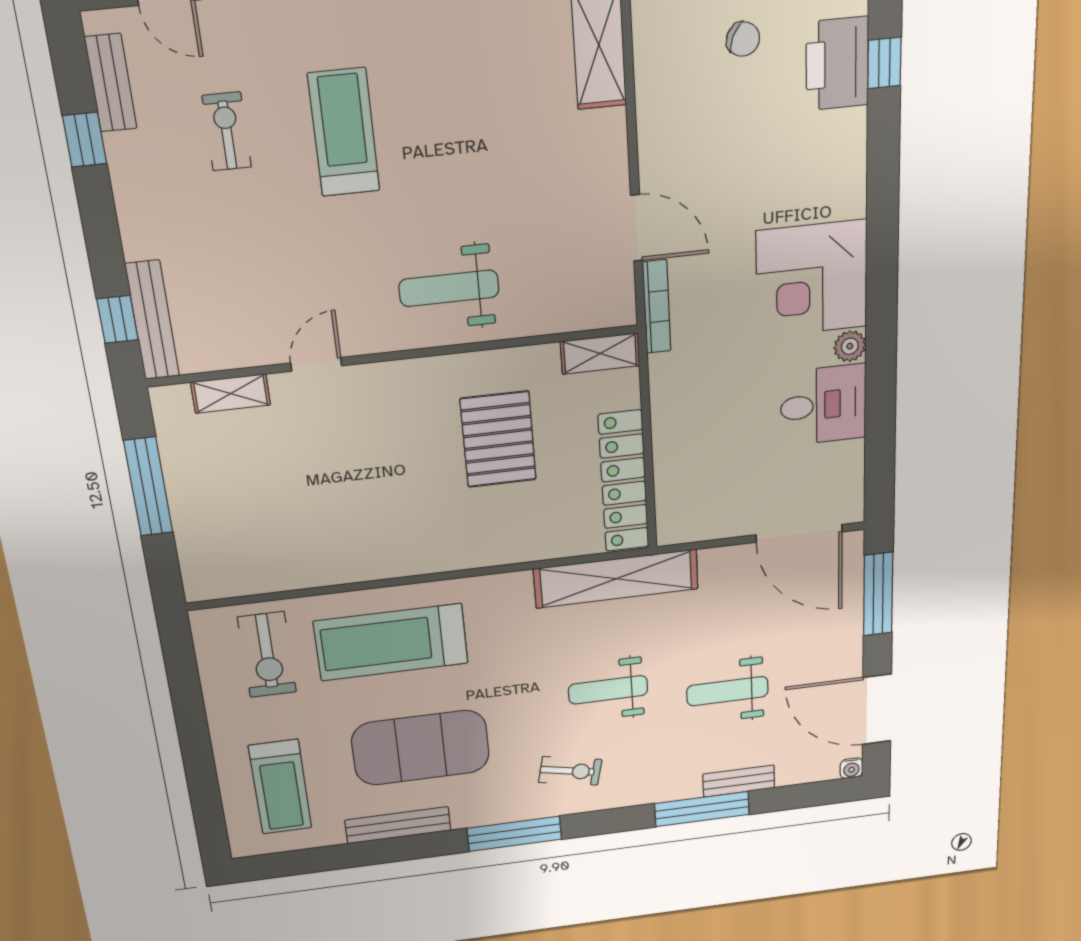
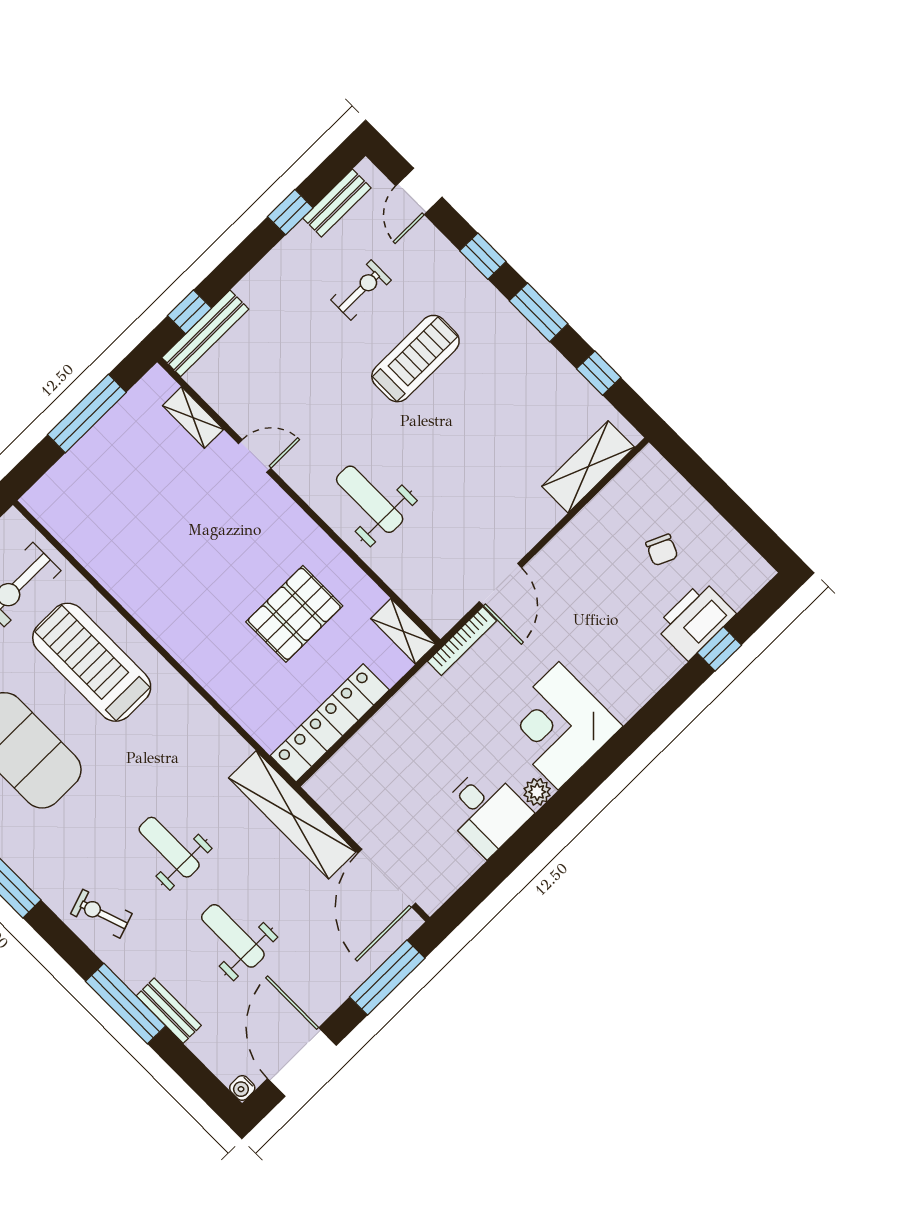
shelving: (616, 579) -> (292, 815), moved
exercise bike: (570, 771) -> (101, 914), moved, turned 149

